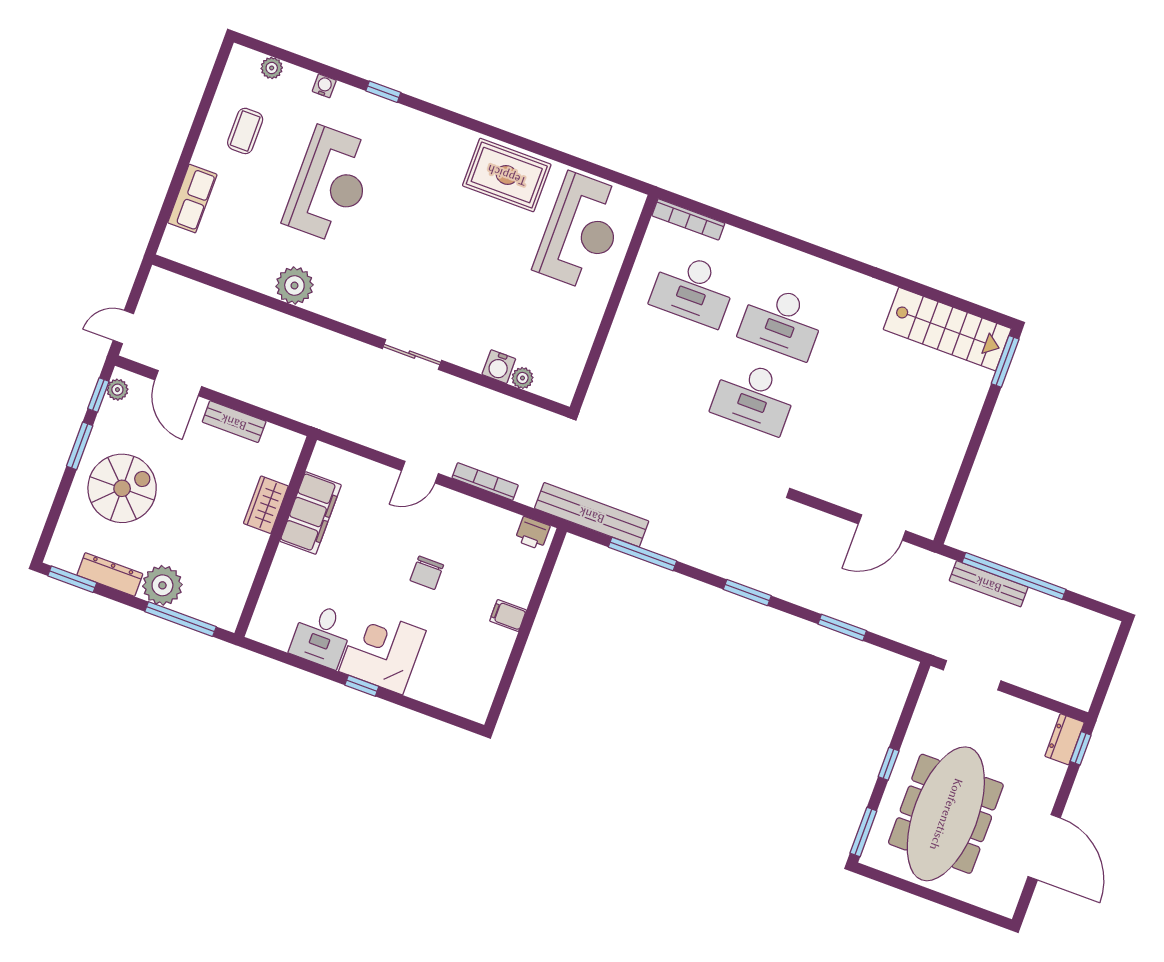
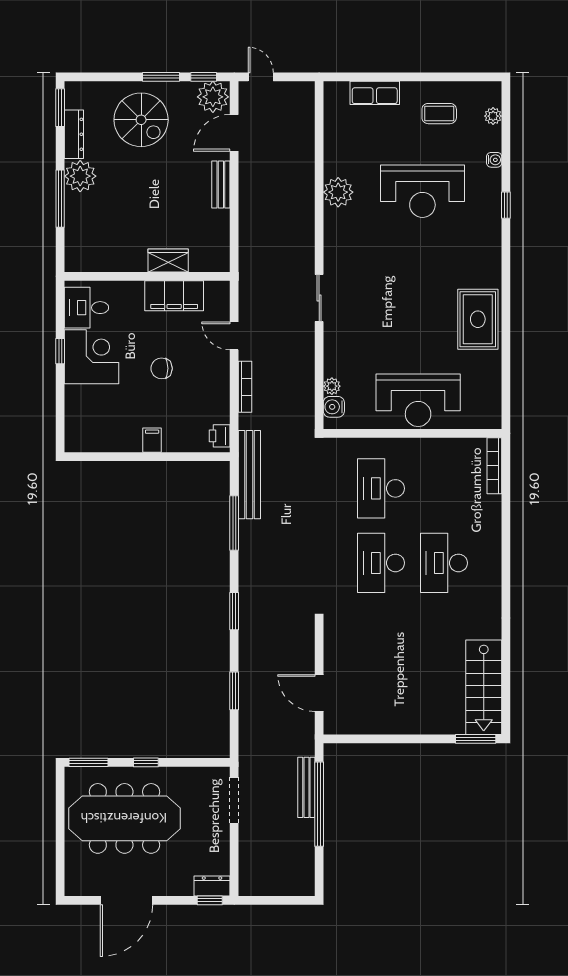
reception desk: (581, 231) -> (418, 400), moved
desk: (693, 289) -> (381, 488), moved
water cooler: (499, 367) -> (334, 407), moved
plant: (117, 390) -> (213, 97), width x1.87, depth x1.87
wardrobe: (266, 505) -> (168, 260), moved
filing cabinet: (311, 513) -> (174, 296), moved
wall: (276, 537) -> (147, 276), moved

